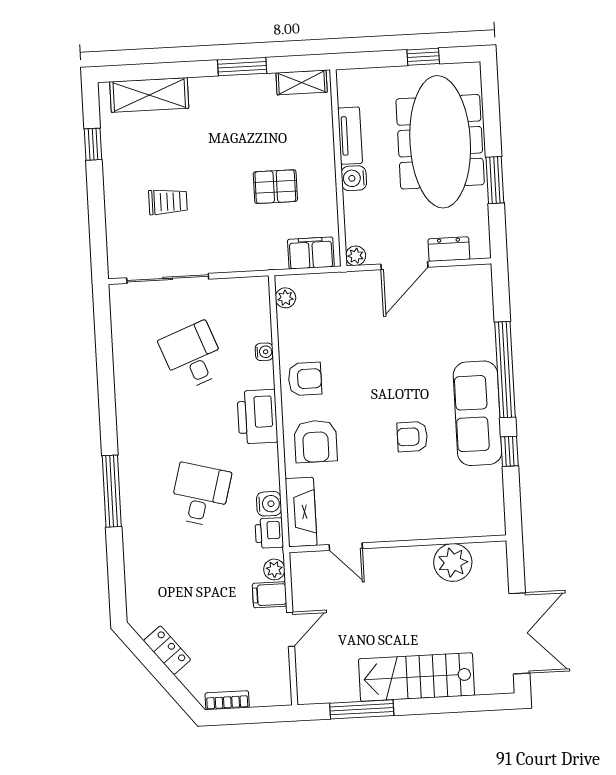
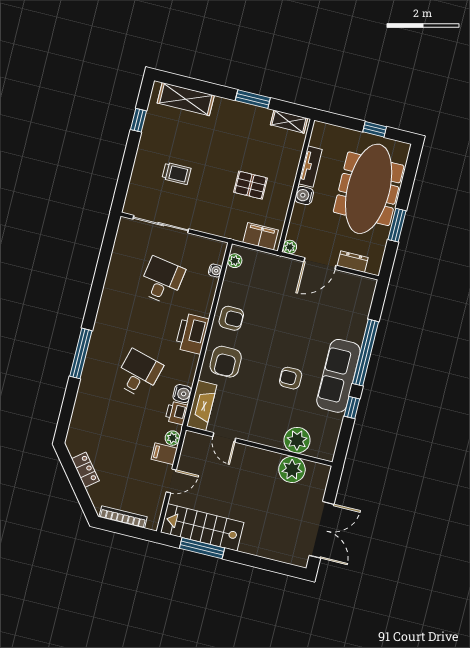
water cooler: (264, 352) -> (215, 270), moved
desk: (193, 356) -> (162, 280), turned 30
plant: (447, 520) -> (297, 440), added
stairs: (416, 677) -> (202, 527), moved
bookcase: (227, 700) -> (123, 517), width x1.56

